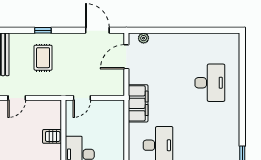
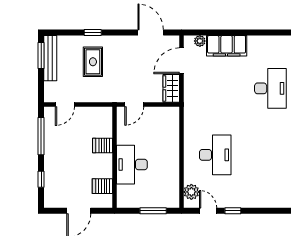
wardrobe: (117, 83) -> (171, 88), added
filing cabinet: (138, 103) -> (227, 46), moved, turned 90

